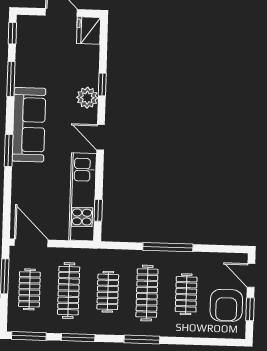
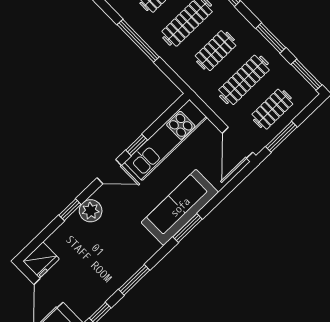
sofa: (29, 125) -> (180, 207), moved
door: (101, 137) -> (109, 172), hinge flipped
window: (98, 210) -> (137, 145), moved

